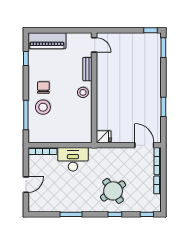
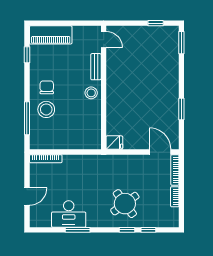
window: (150, 30) -> (156, 23), moved
desk: (73, 159) -> (69, 214), moved, turned 180
window: (147, 214) -> (148, 230), moved

